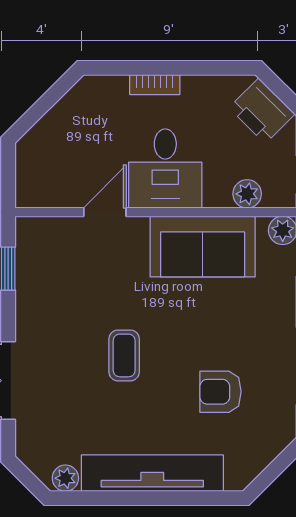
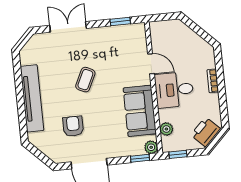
coffee table: (124, 355) -> (85, 80), turned -64
plant: (65, 478) -> (26, 58), removed

